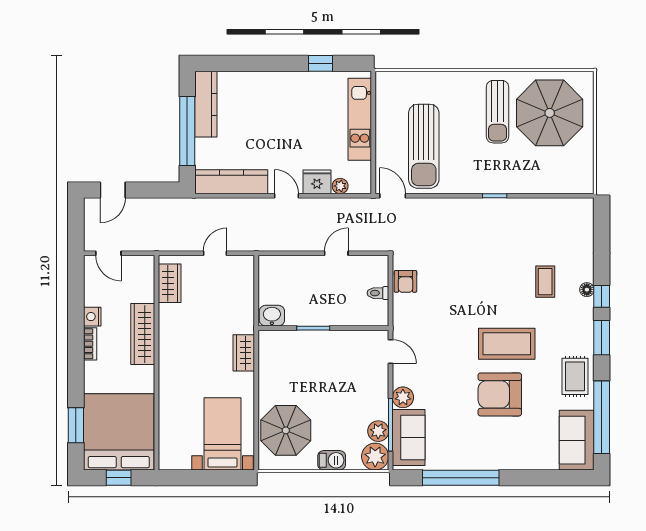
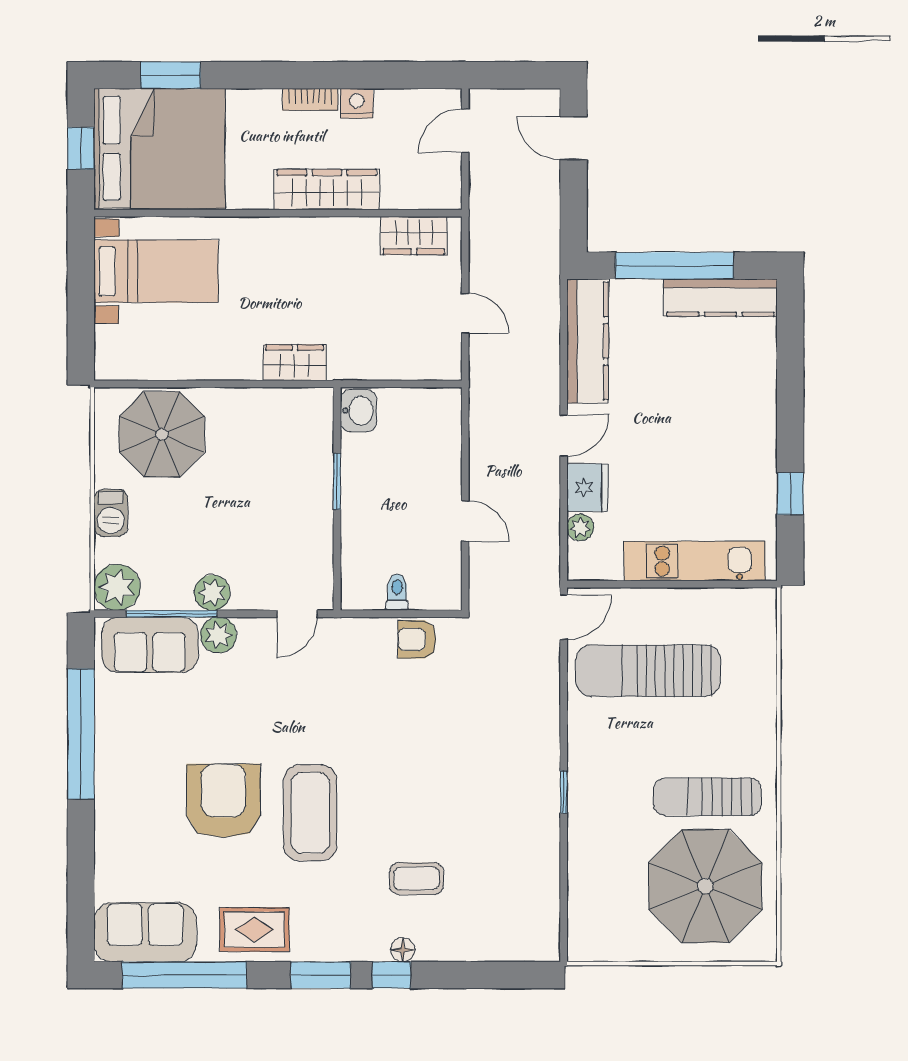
plant: (378, 431) -> (212, 593), moved
bed with nightstands: (222, 434) -> (156, 271), moved

